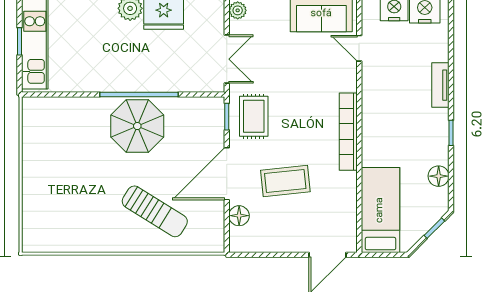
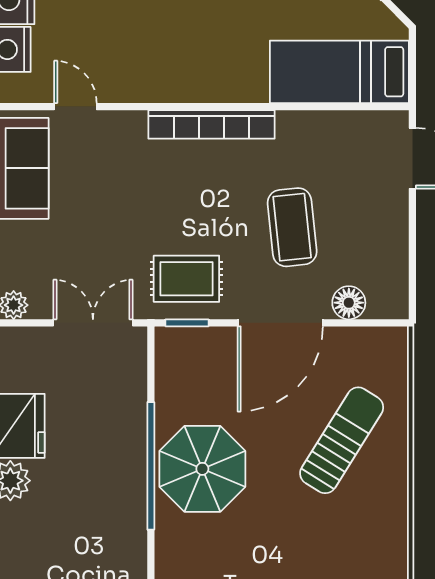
door: (359, 48) -> (75, 107), swing flipped
door: (227, 174) -> (280, 323), hinge flipped

